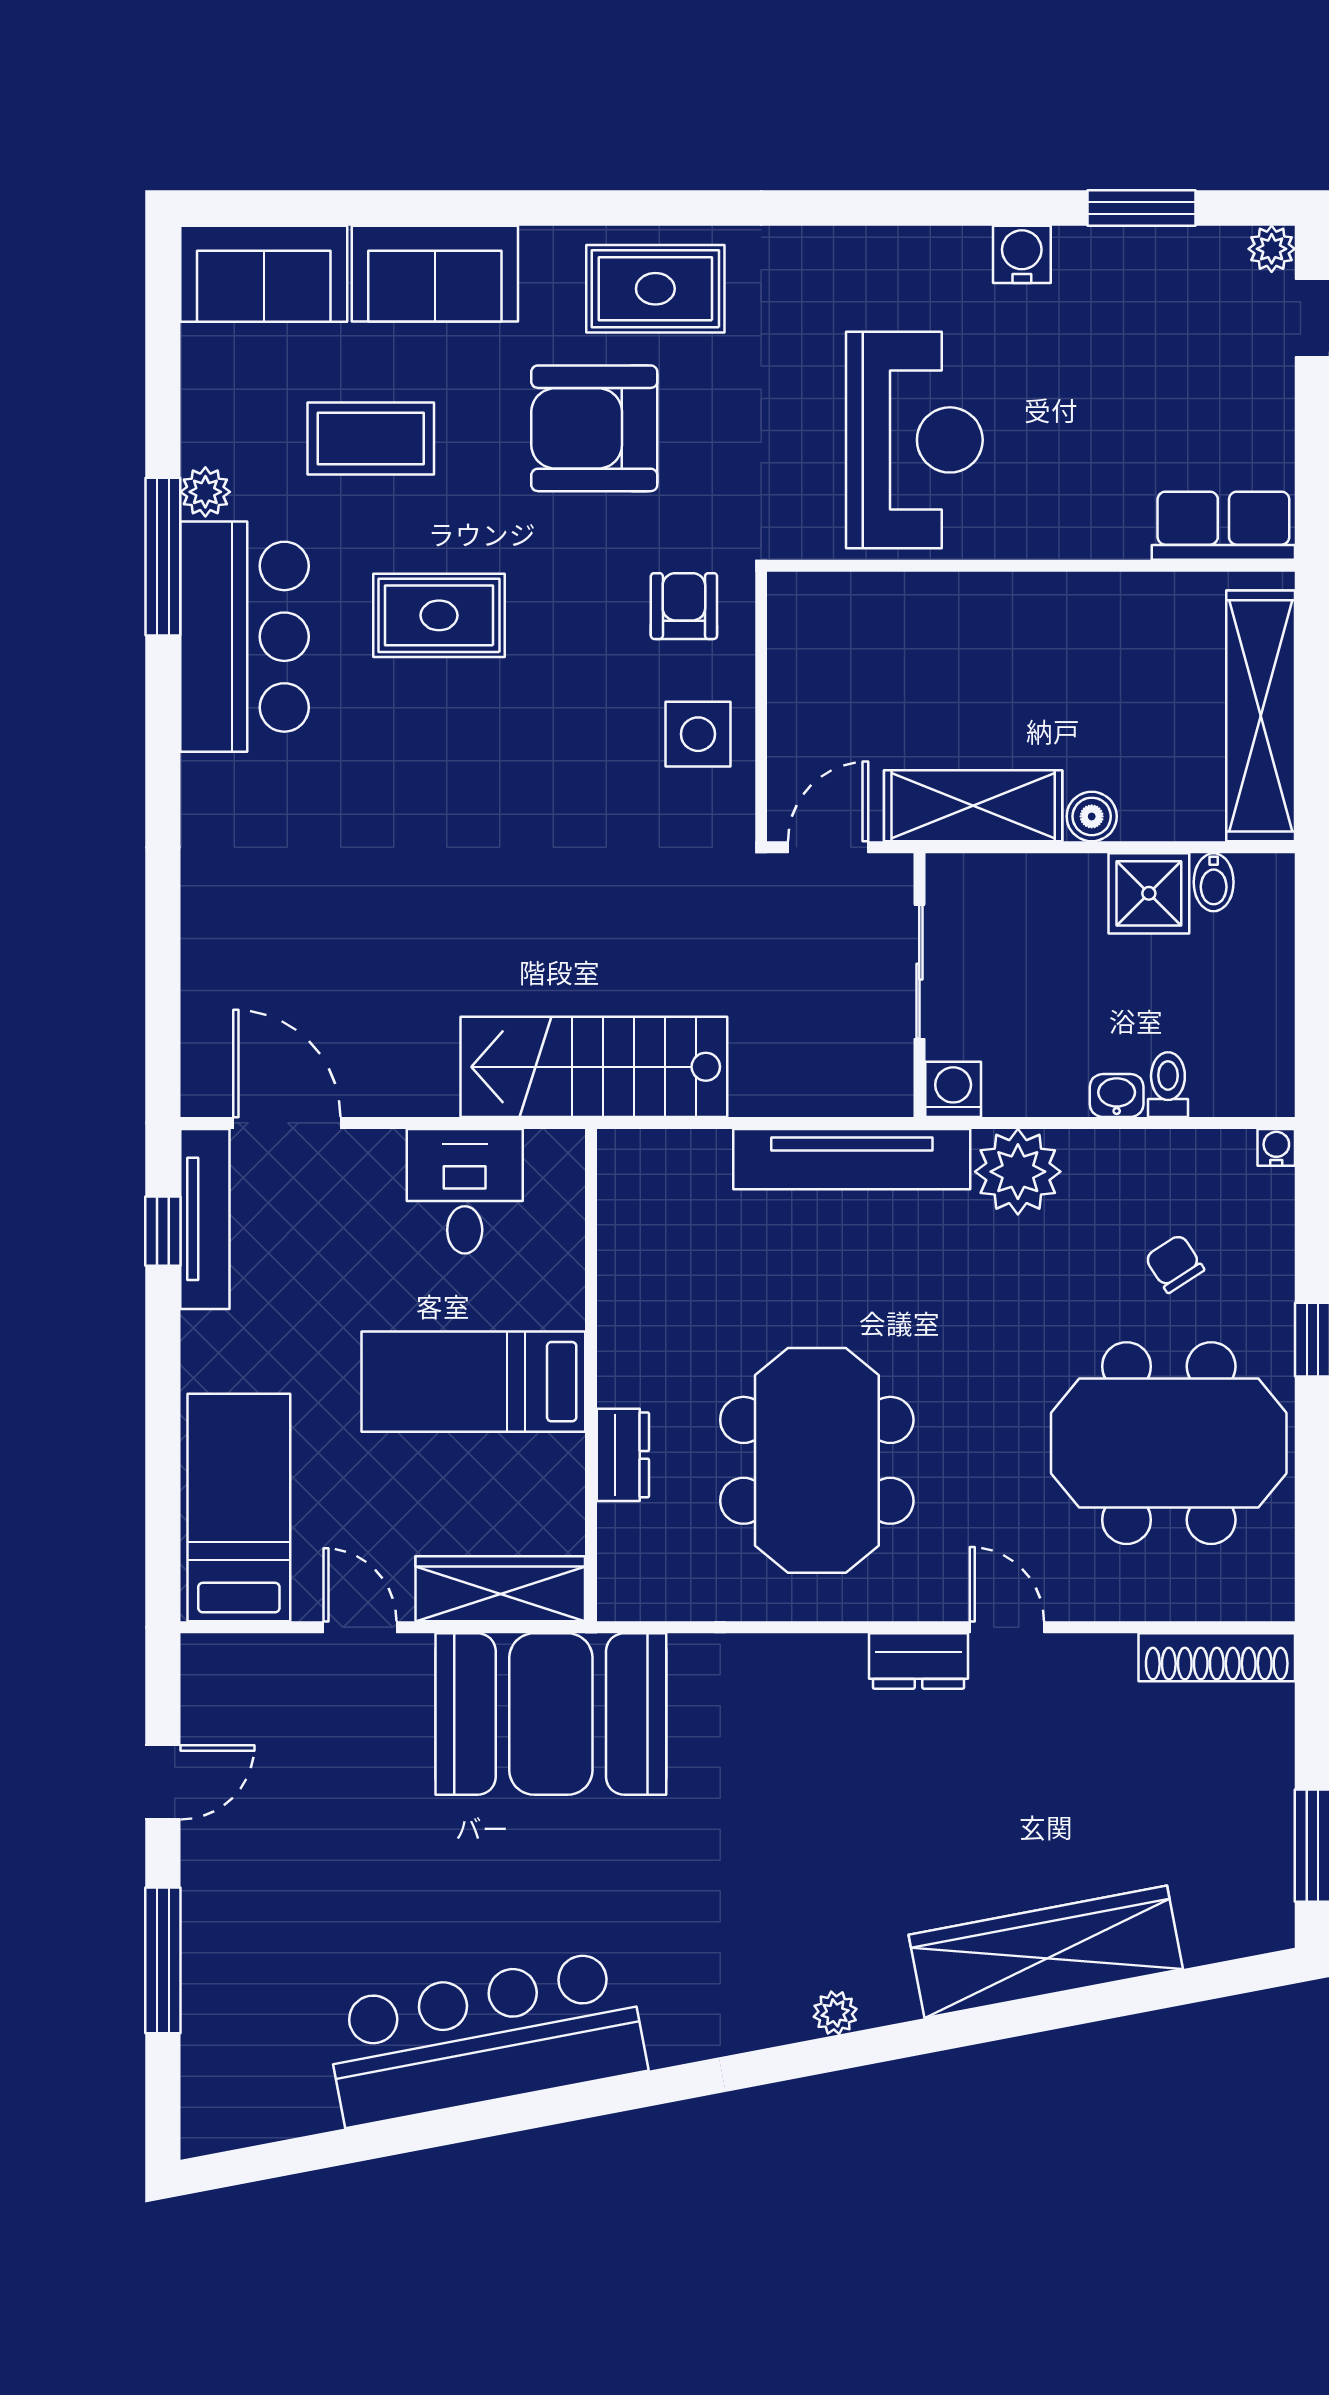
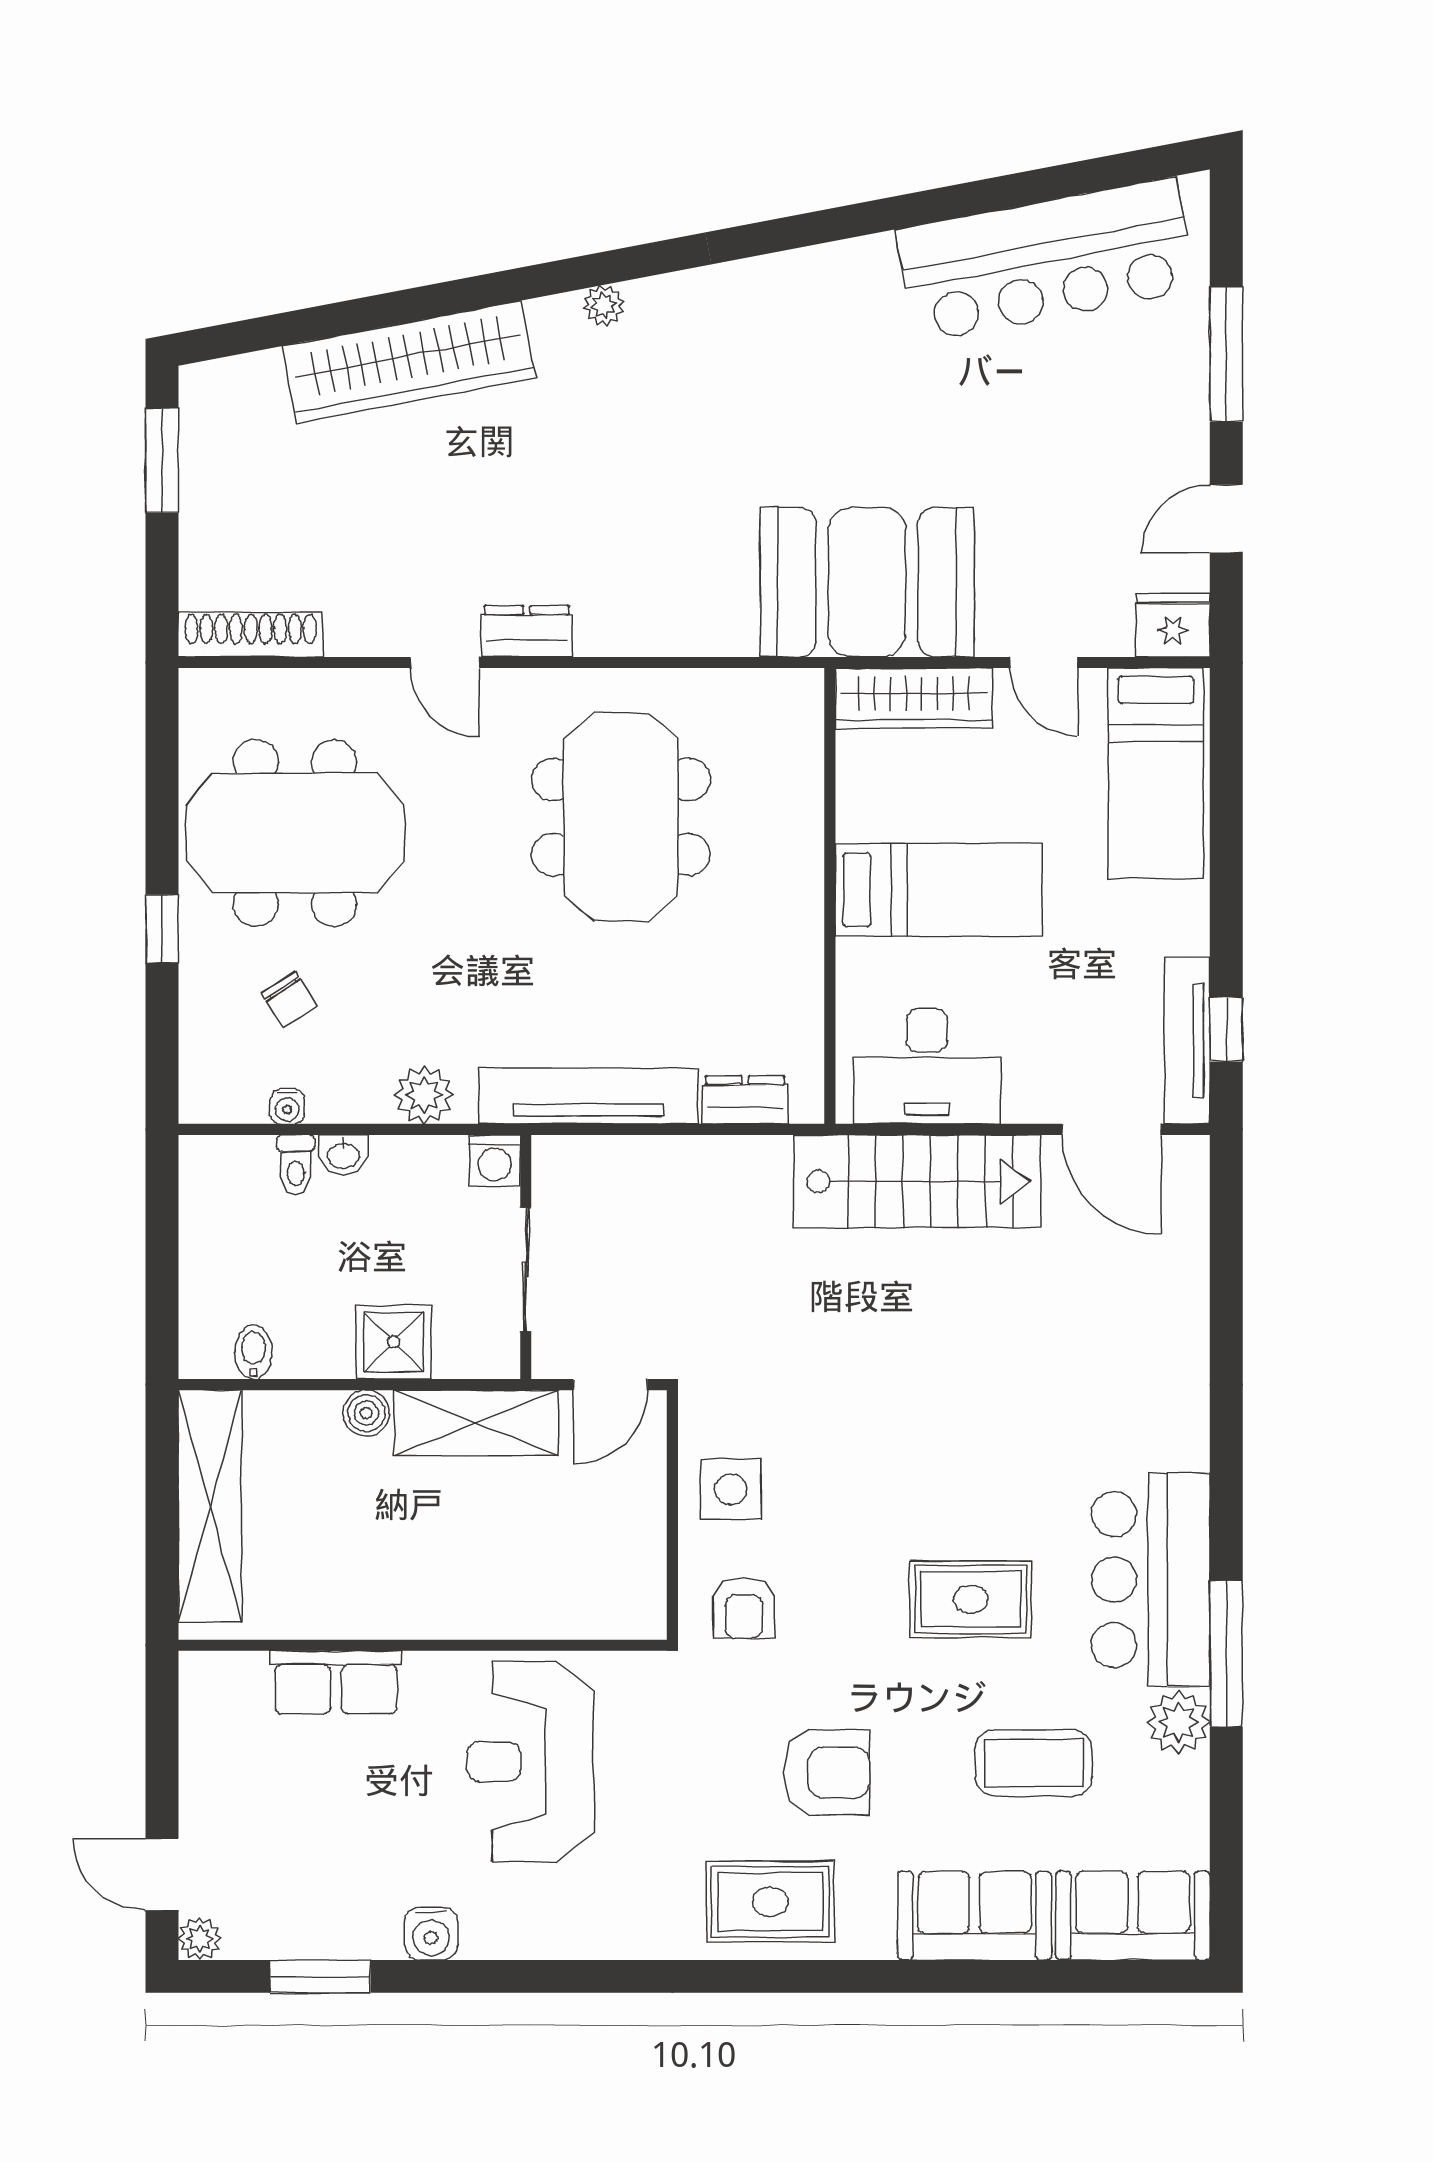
armchair: (594, 428) -> (827, 1772), width x0.73, depth x0.73
plant: (205, 492) -> (1178, 1722), width x1.38, depth x1.38
row of seats: (1223, 526) -> (336, 1682), moved
shower: (1149, 893) -> (394, 1342), moved
stairs: (594, 1067) -> (917, 1181), moved
water cooler: (1276, 1147) -> (287, 1107), moved
plant: (1018, 1172) -> (424, 1095), width x0.73, depth x0.73
desk: (465, 1191) -> (927, 1066), width x1.37
dresser: (623, 1455) -> (745, 1100), moved, turned 90
fridge: (220, 1668) -> (1173, 625), added
bar counter: (485, 2038) -> (1046, 260), moved

